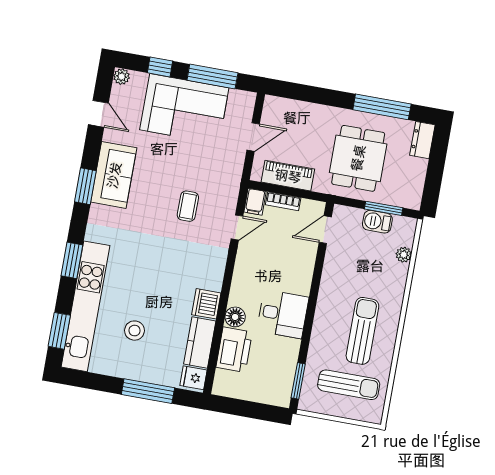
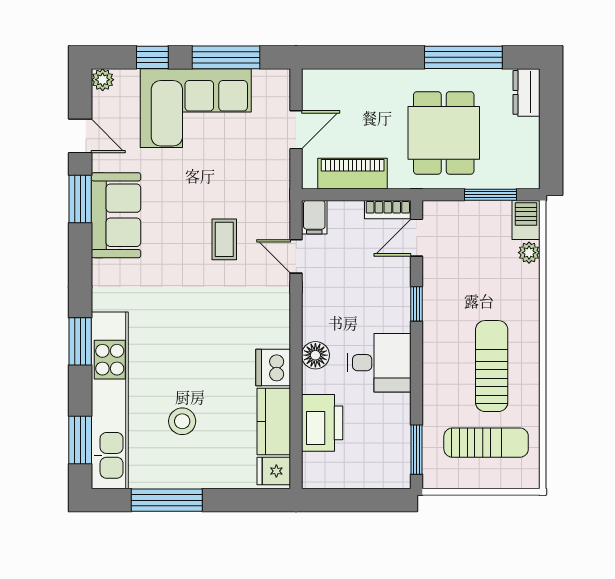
window: (85, 186) -> (80, 199), moved
bookcase: (283, 201) -> (388, 210), moved
barbecue: (377, 222) -> (526, 220), moved, turned 90
door: (237, 227) -> (296, 256), swing flipped
window: (317, 277) -> (417, 304), added
floor lamp: (235, 317) -> (315, 355), moved
window: (148, 391) -> (167, 500), moved

